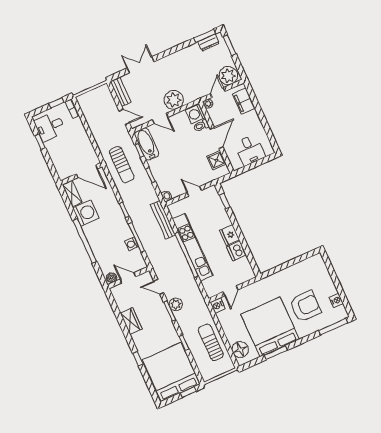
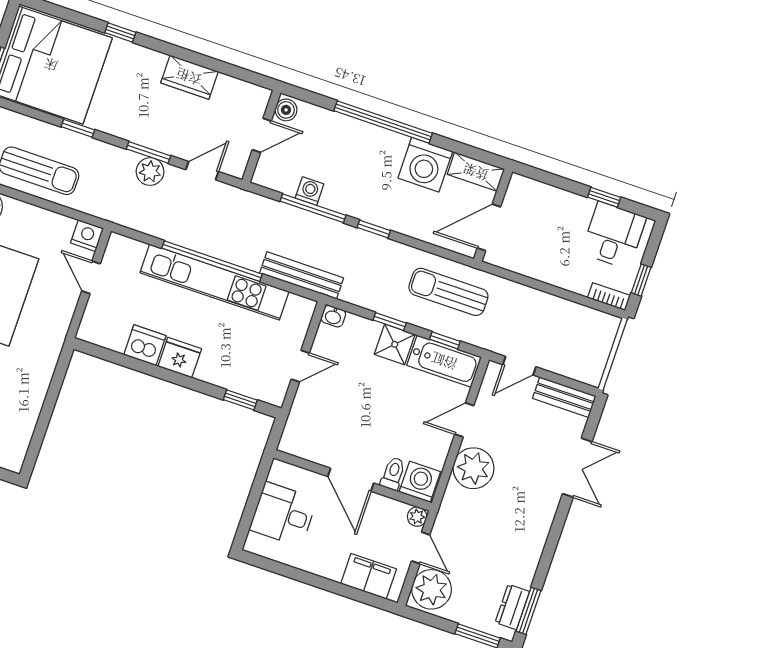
shower: (216, 160) -> (395, 344), moved

